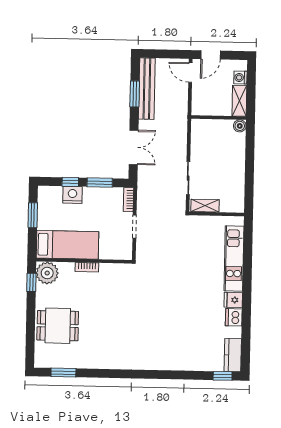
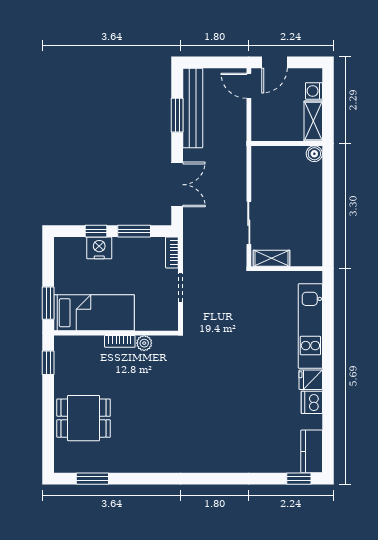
window: (33, 215) -> (48, 303), moved
plant: (47, 273) -> (144, 343), moved, width x0.53, depth x0.53

